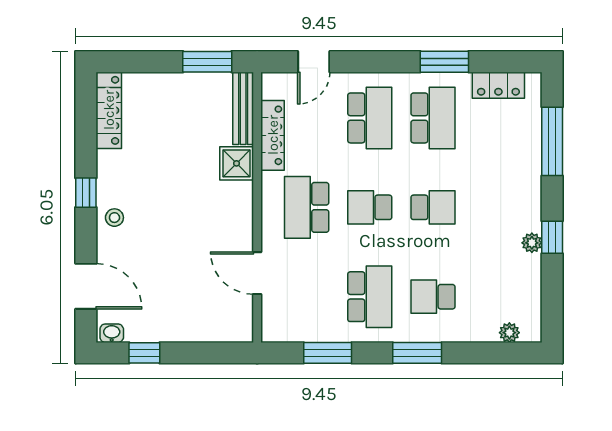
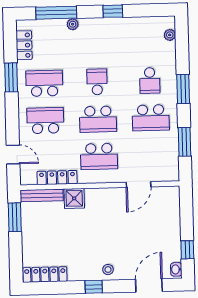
school desk: (370, 207) -> (98, 119), width x1.85
plant: (532, 243) -> (73, 24), moved
school desk: (370, 297) -> (151, 118), turned 180

